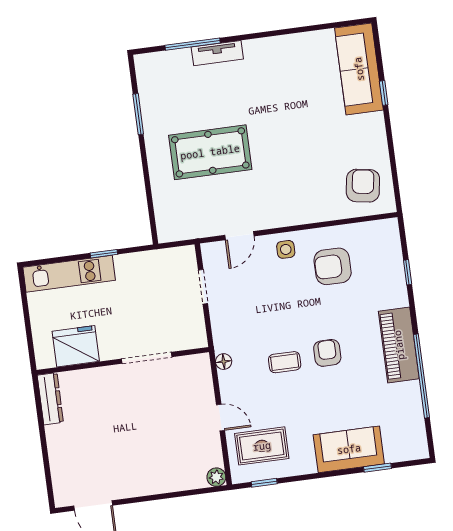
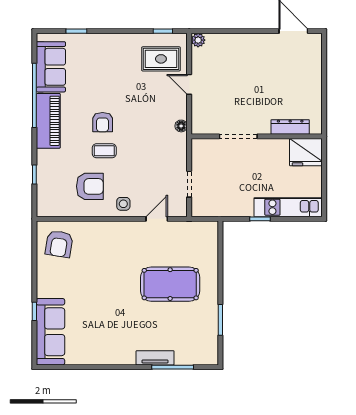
fridge: (76, 346) -> (306, 152), moved
coffee table: (285, 362) -> (104, 151), moved
dresser: (50, 399) -> (290, 127), moved, turned 90
sofa: (349, 449) -> (51, 67), moved, turned -90

